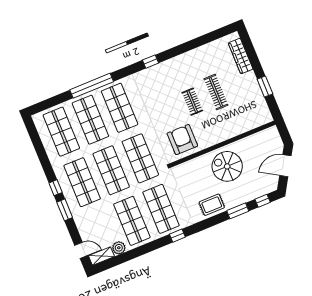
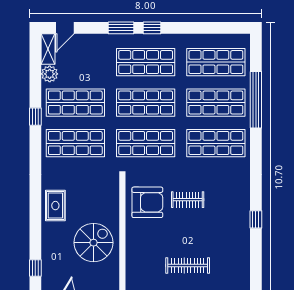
window: (151, 62) -> (256, 219), moved
window: (92, 86) -> (256, 100), moved
clothes rail: (192, 102) -> (188, 200), moved
window: (238, 211) -> (35, 233), removed
window: (177, 236) -> (35, 117), moved

